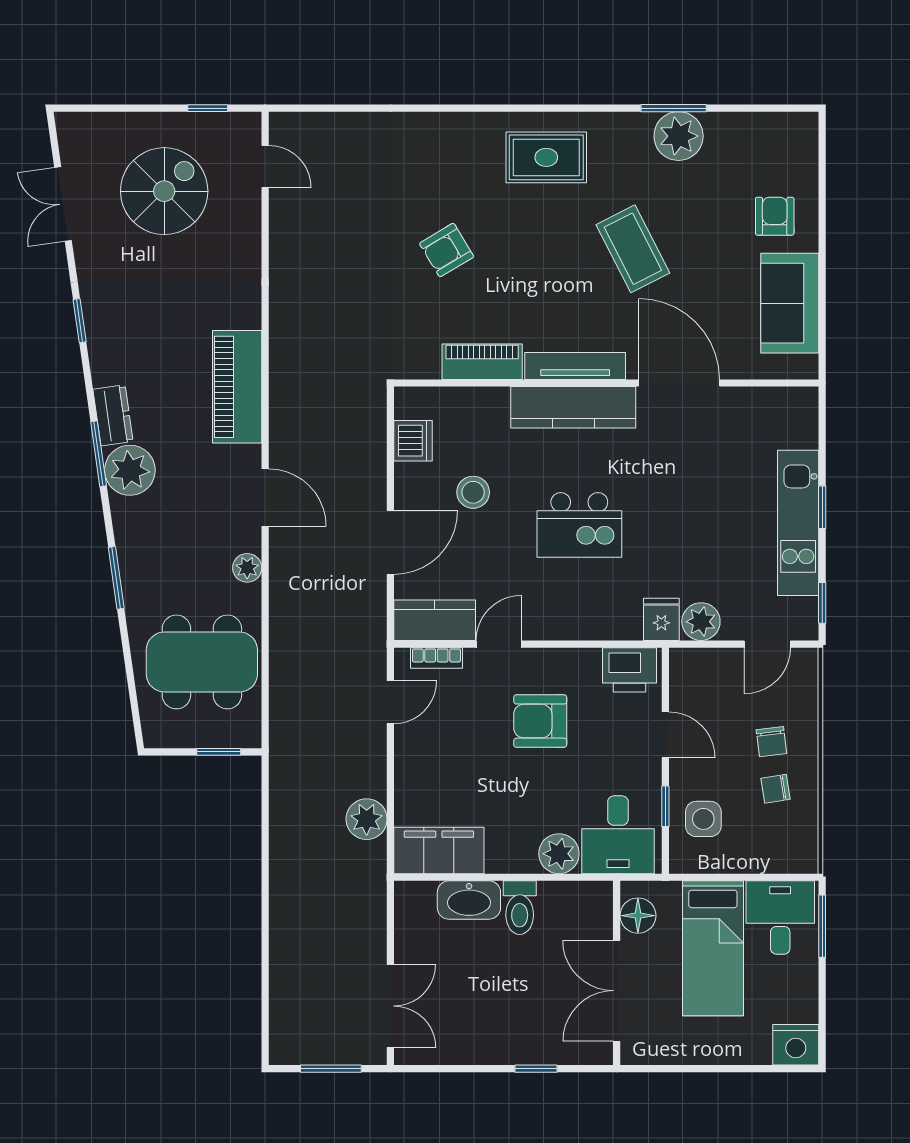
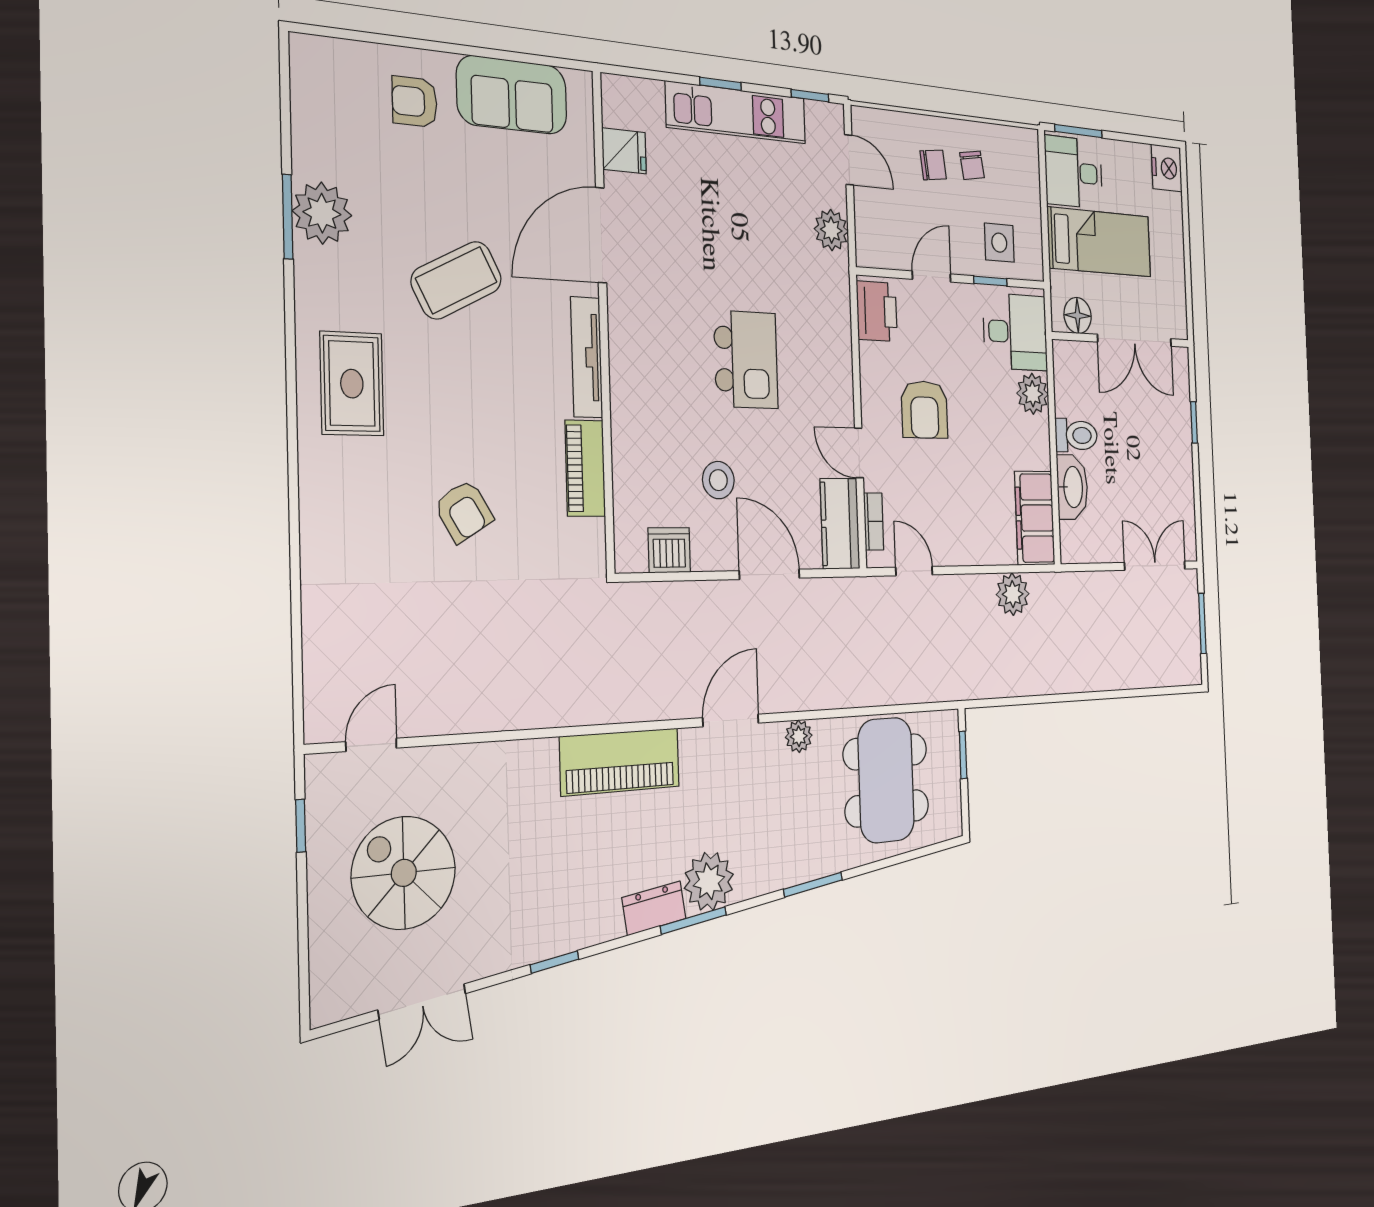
kitchen counter: (573, 407) -> (630, 361), removed
fridge: (661, 619) -> (624, 151), moved, turned 180

